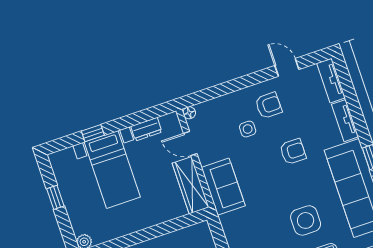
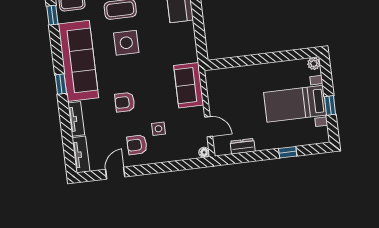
door: (287, 67) -> (115, 173), swing flipped
bed with nightstands: (112, 170) -> (295, 104), moved, turned -90
wardrobe: (191, 185) -> (216, 92), removed

